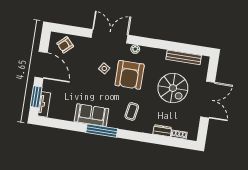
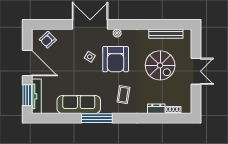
double door: (208, 100) -> (196, 71), width x0.73
tv unit: (44, 104) -> (36, 96), width x1.41
sofa: (92, 115) -> (79, 104), width x1.36

